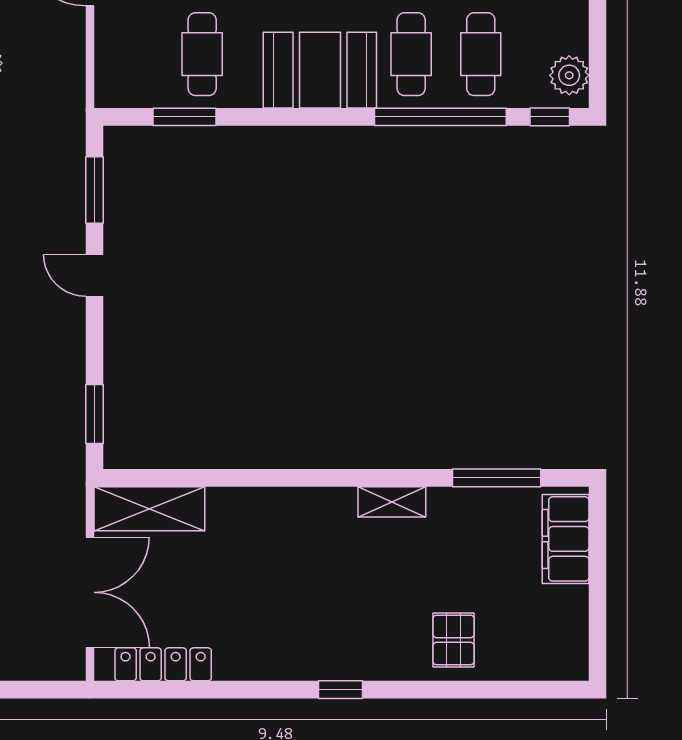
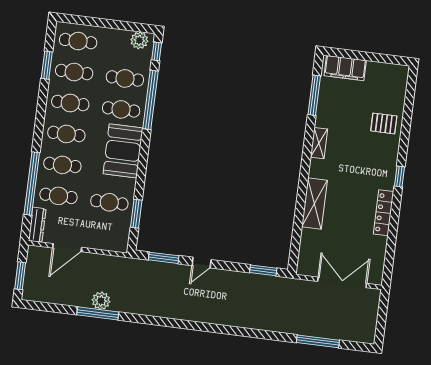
shelving: (149, 509) -> (314, 204), moved
locker: (163, 664) -> (383, 213), moved

